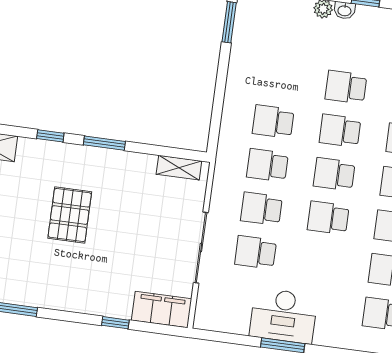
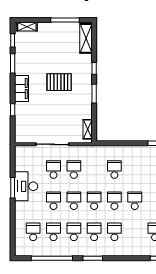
school desk: (267, 165) -> (53, 201), moved
filing cabinet: (162, 310) -> (21, 89), moved

